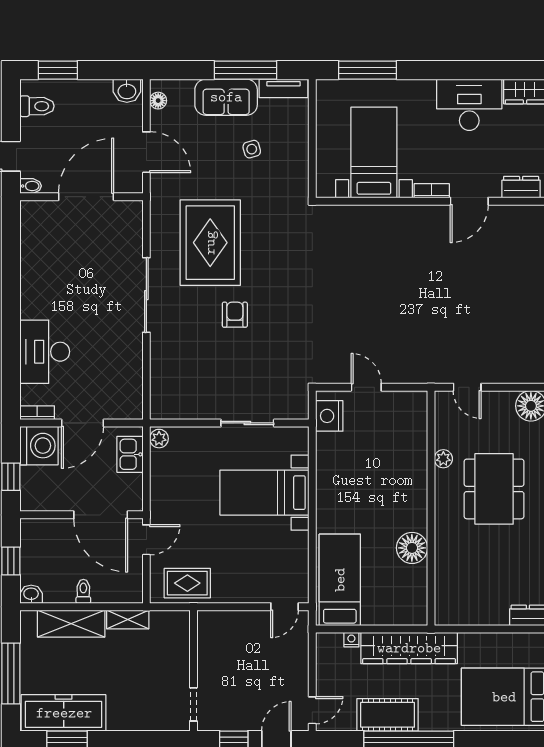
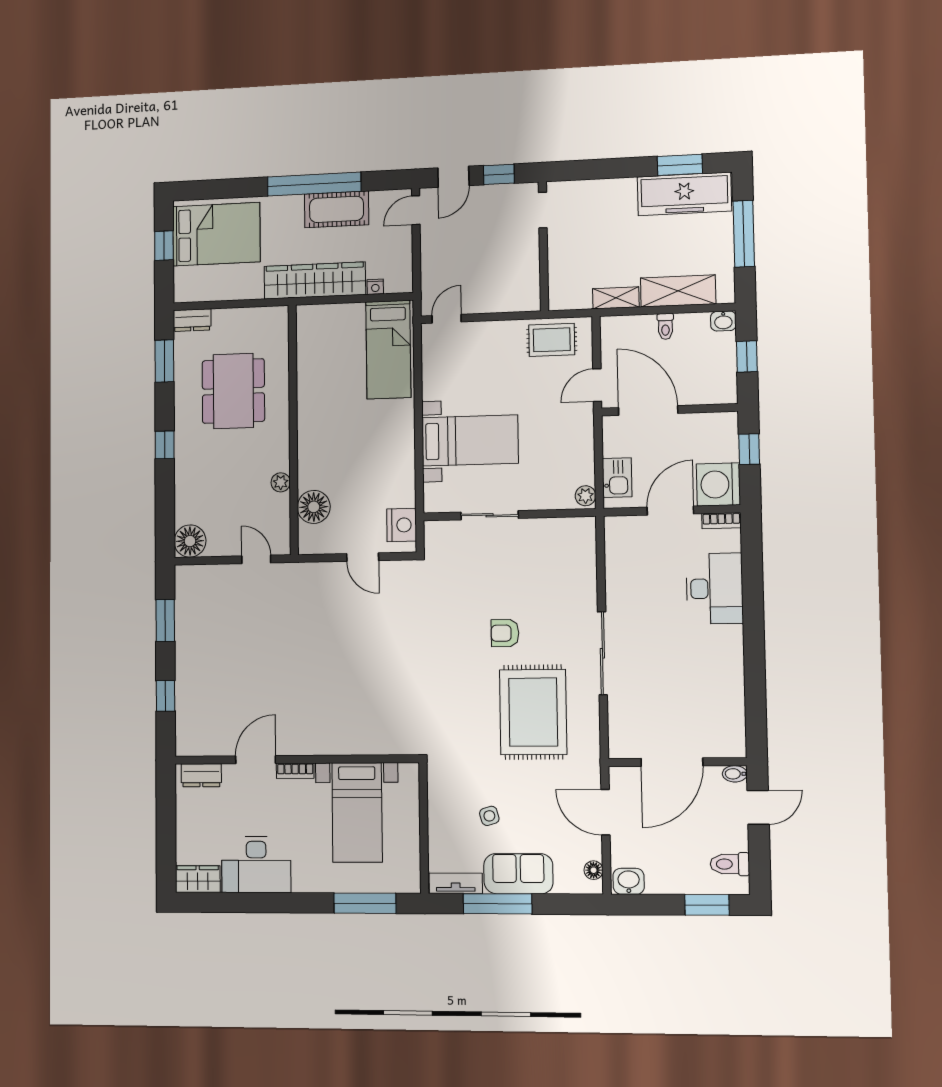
armchair: (235, 315) -> (505, 633), turned 90
dining table: (494, 489) -> (233, 391), moved
floor lamp: (412, 548) -> (314, 507), moved

